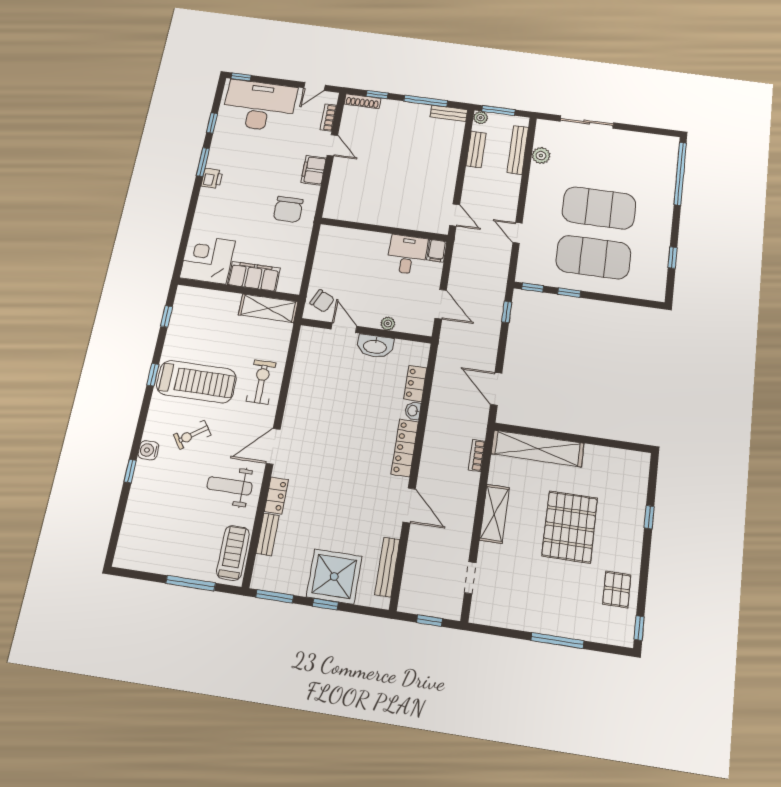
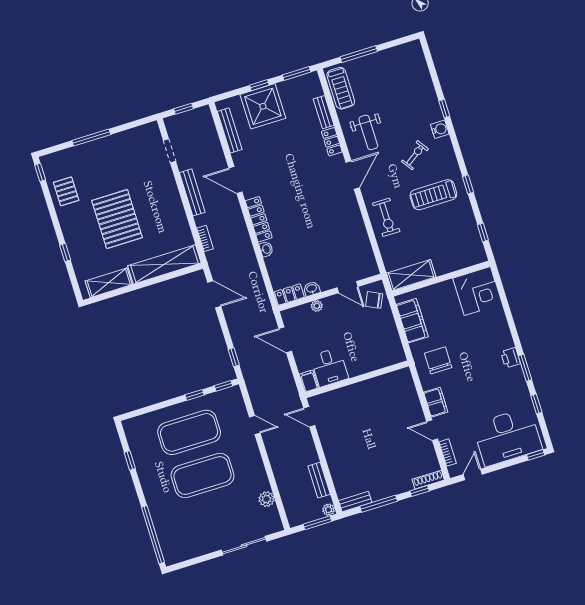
bench: (518, 150) -> (192, 192), moved
filing cabinet: (254, 276) -> (412, 321), moved, turned -90
washbasin: (375, 346) -> (312, 289), width x0.52, depth x0.69
treadmill: (196, 382) -> (433, 195), width x0.73, depth x0.73
locker: (415, 383) -> (289, 295), moved, turned -90
weight bench: (230, 486) -> (368, 132), turned 90
shelving: (494, 514) -> (109, 283), moved, turned 90

